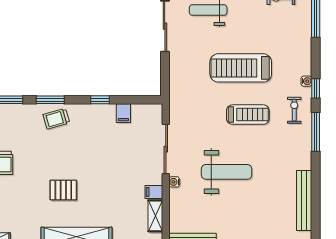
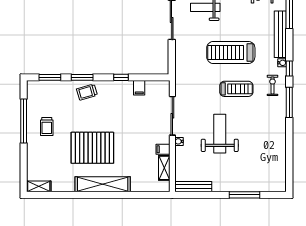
weight bench: (227, 172) -> (220, 134), turned -90
pallet: (63, 190) -> (92, 148), width x2.05, depth x2.00
bench: (304, 201) -> (280, 34), moved

